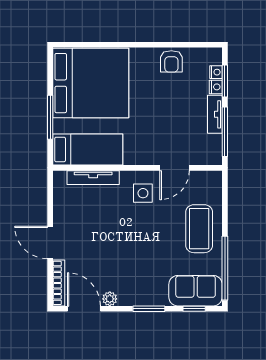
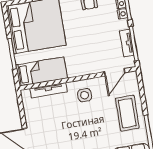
tv unit: (215, 114) -> (127, 43), moved
door: (175, 168) -> (115, 72), moved

